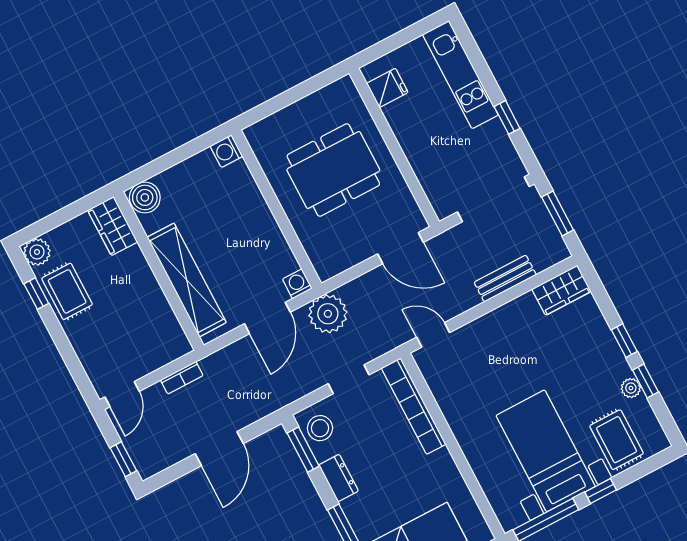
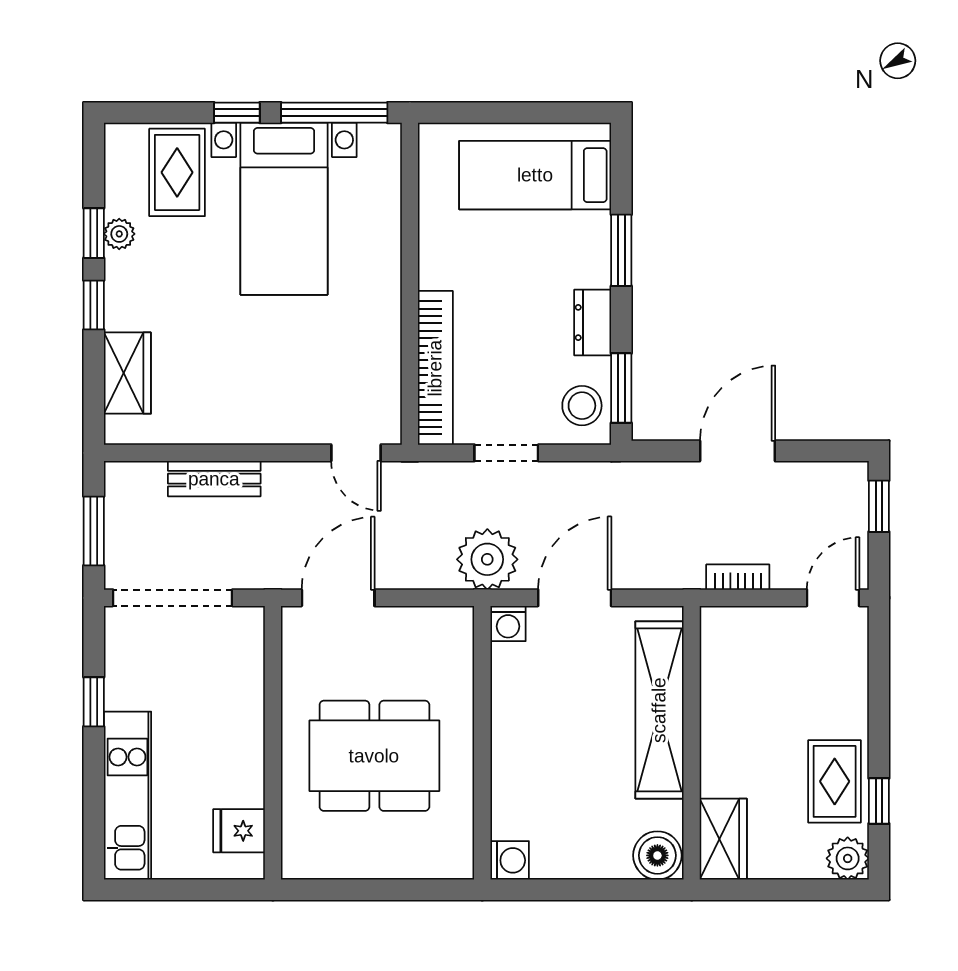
door: (400, 248) -> (338, 598), hinge flipped
wardrobe: (561, 290) -> (127, 373), moved, turned 90

